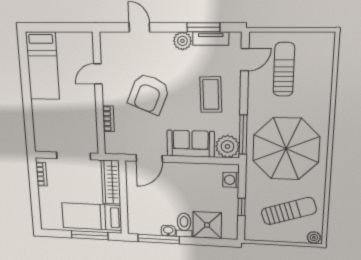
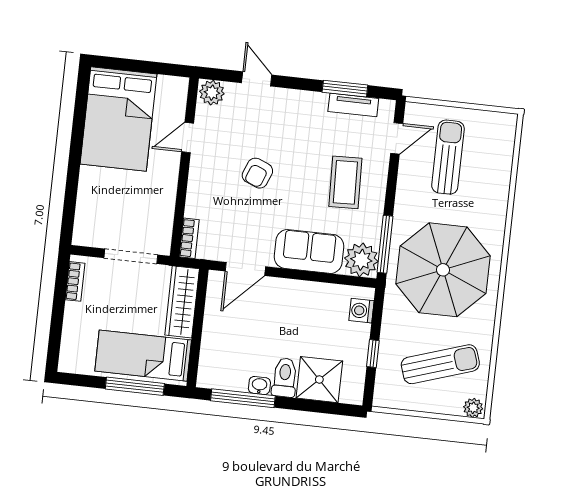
plant: (182, 41) -> (212, 93), moved
bed: (43, 66) -> (118, 119), width x1.50
armchair: (149, 94) -> (257, 173), width x0.53, depth x0.53
bookcase: (108, 119) -> (189, 238), moved

